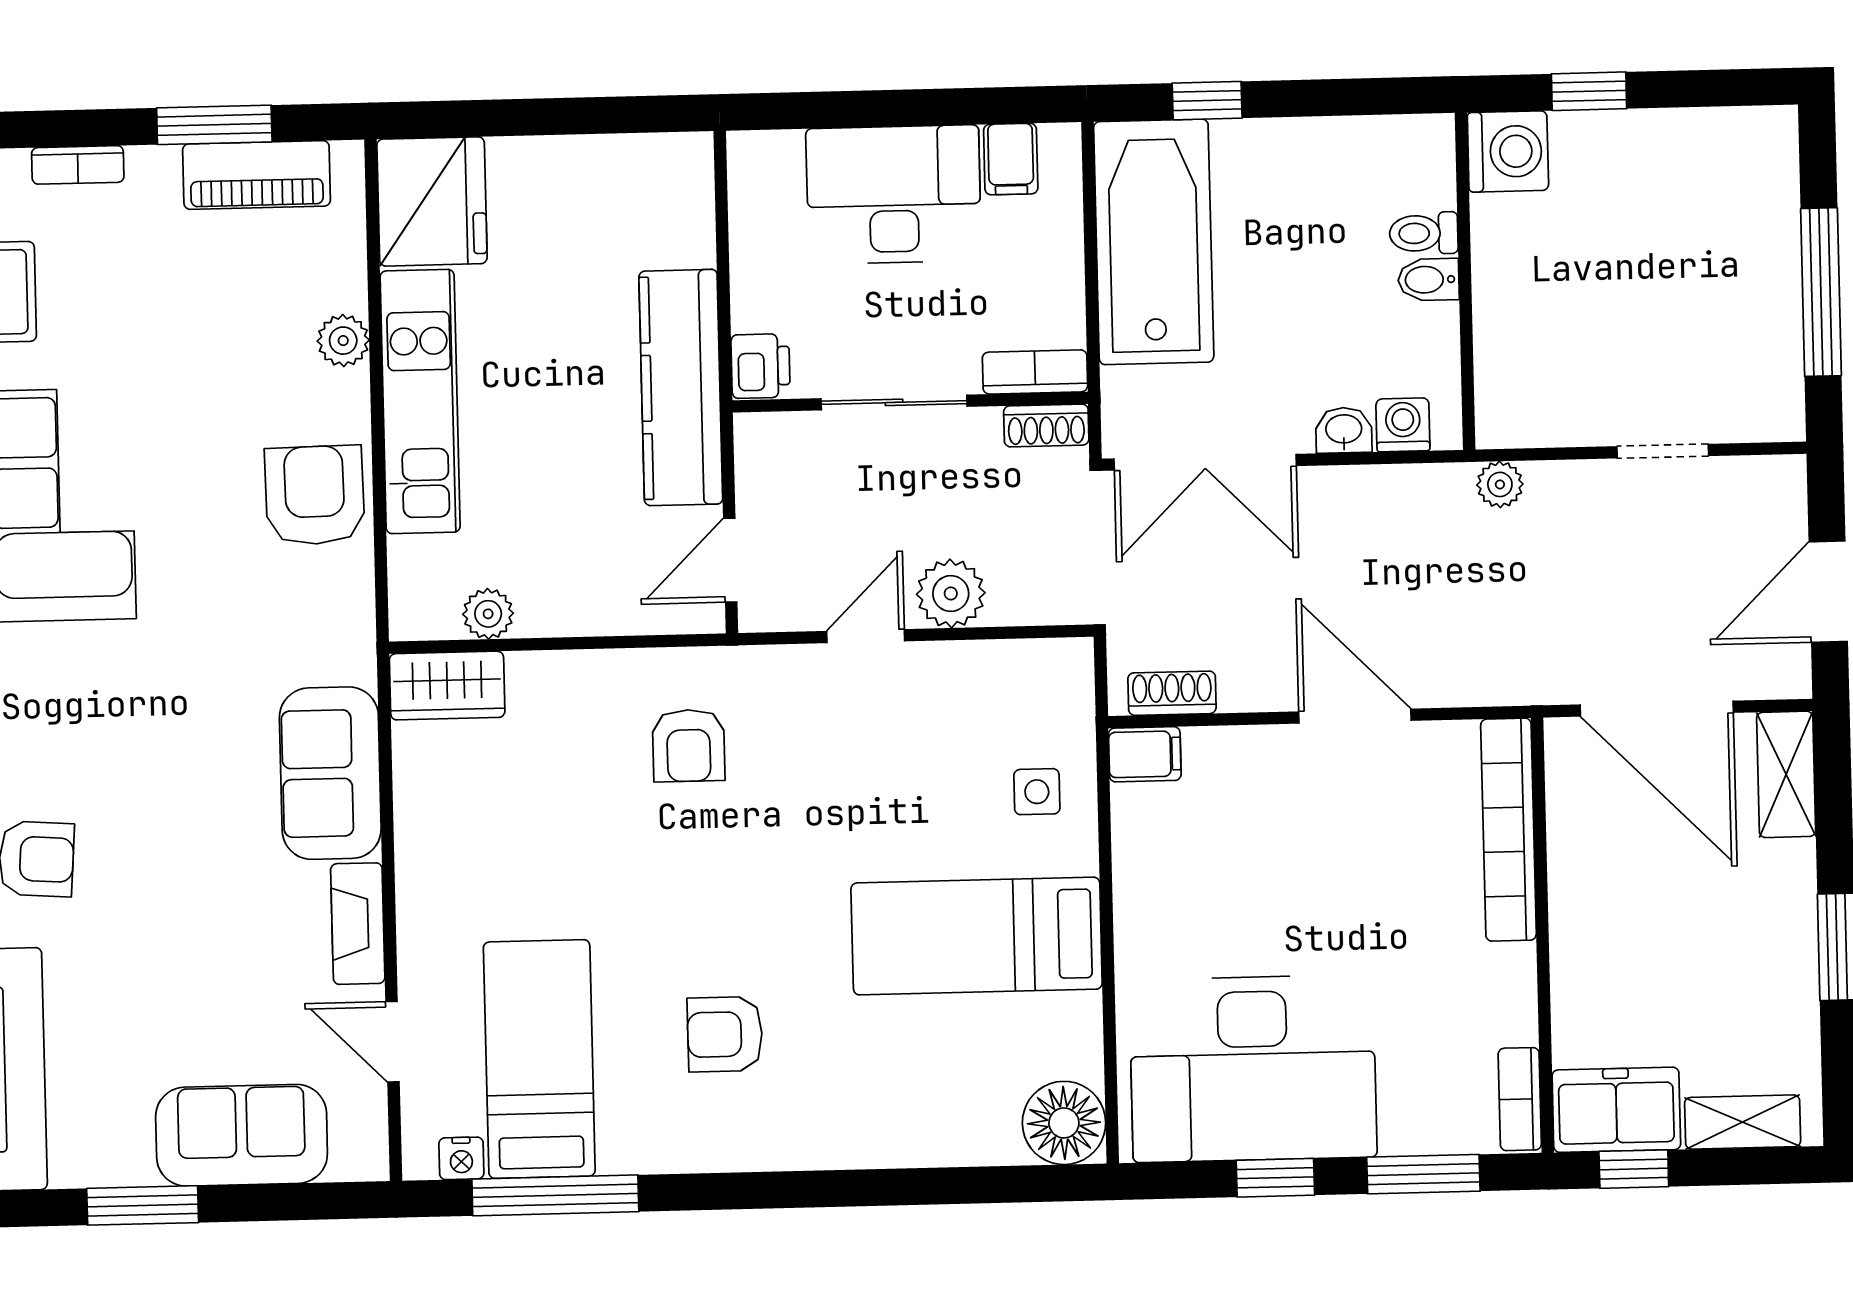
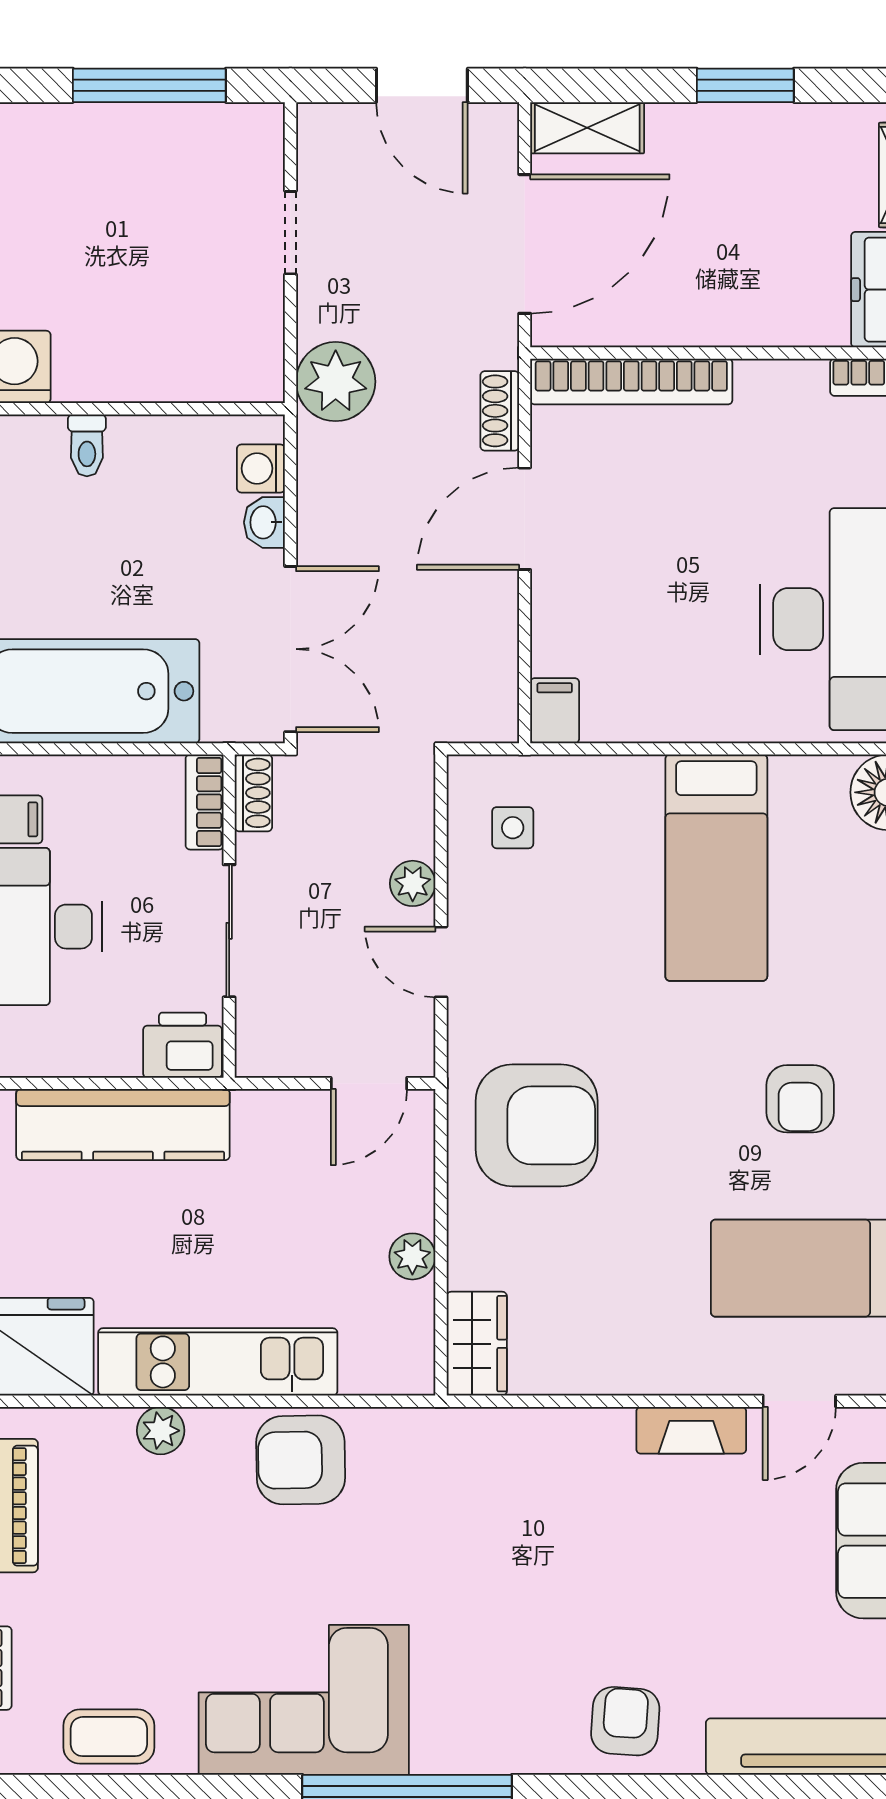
bidet: (1429, 280) -> (129, 442), removed
printer: (761, 366) -> (183, 1045), width x1.36, depth x1.24
kitchen counter: (681, 388) -> (123, 1125), moved
plant: (1500, 484) -> (336, 382), width x1.88, depth x1.88
door: (730, 560) -> (369, 1083), hinge flipped
plant: (951, 593) -> (413, 883), width x0.73, depth x0.73
plant: (488, 614) -> (412, 1256), moved
shoe rack: (1172, 693) -> (500, 411), moved
armchair: (689, 746) -> (537, 1125), width x1.88, depth x1.88
sofa: (330, 773) -> (554, 1452), removed
side table: (1037, 792) -> (513, 828), moved

